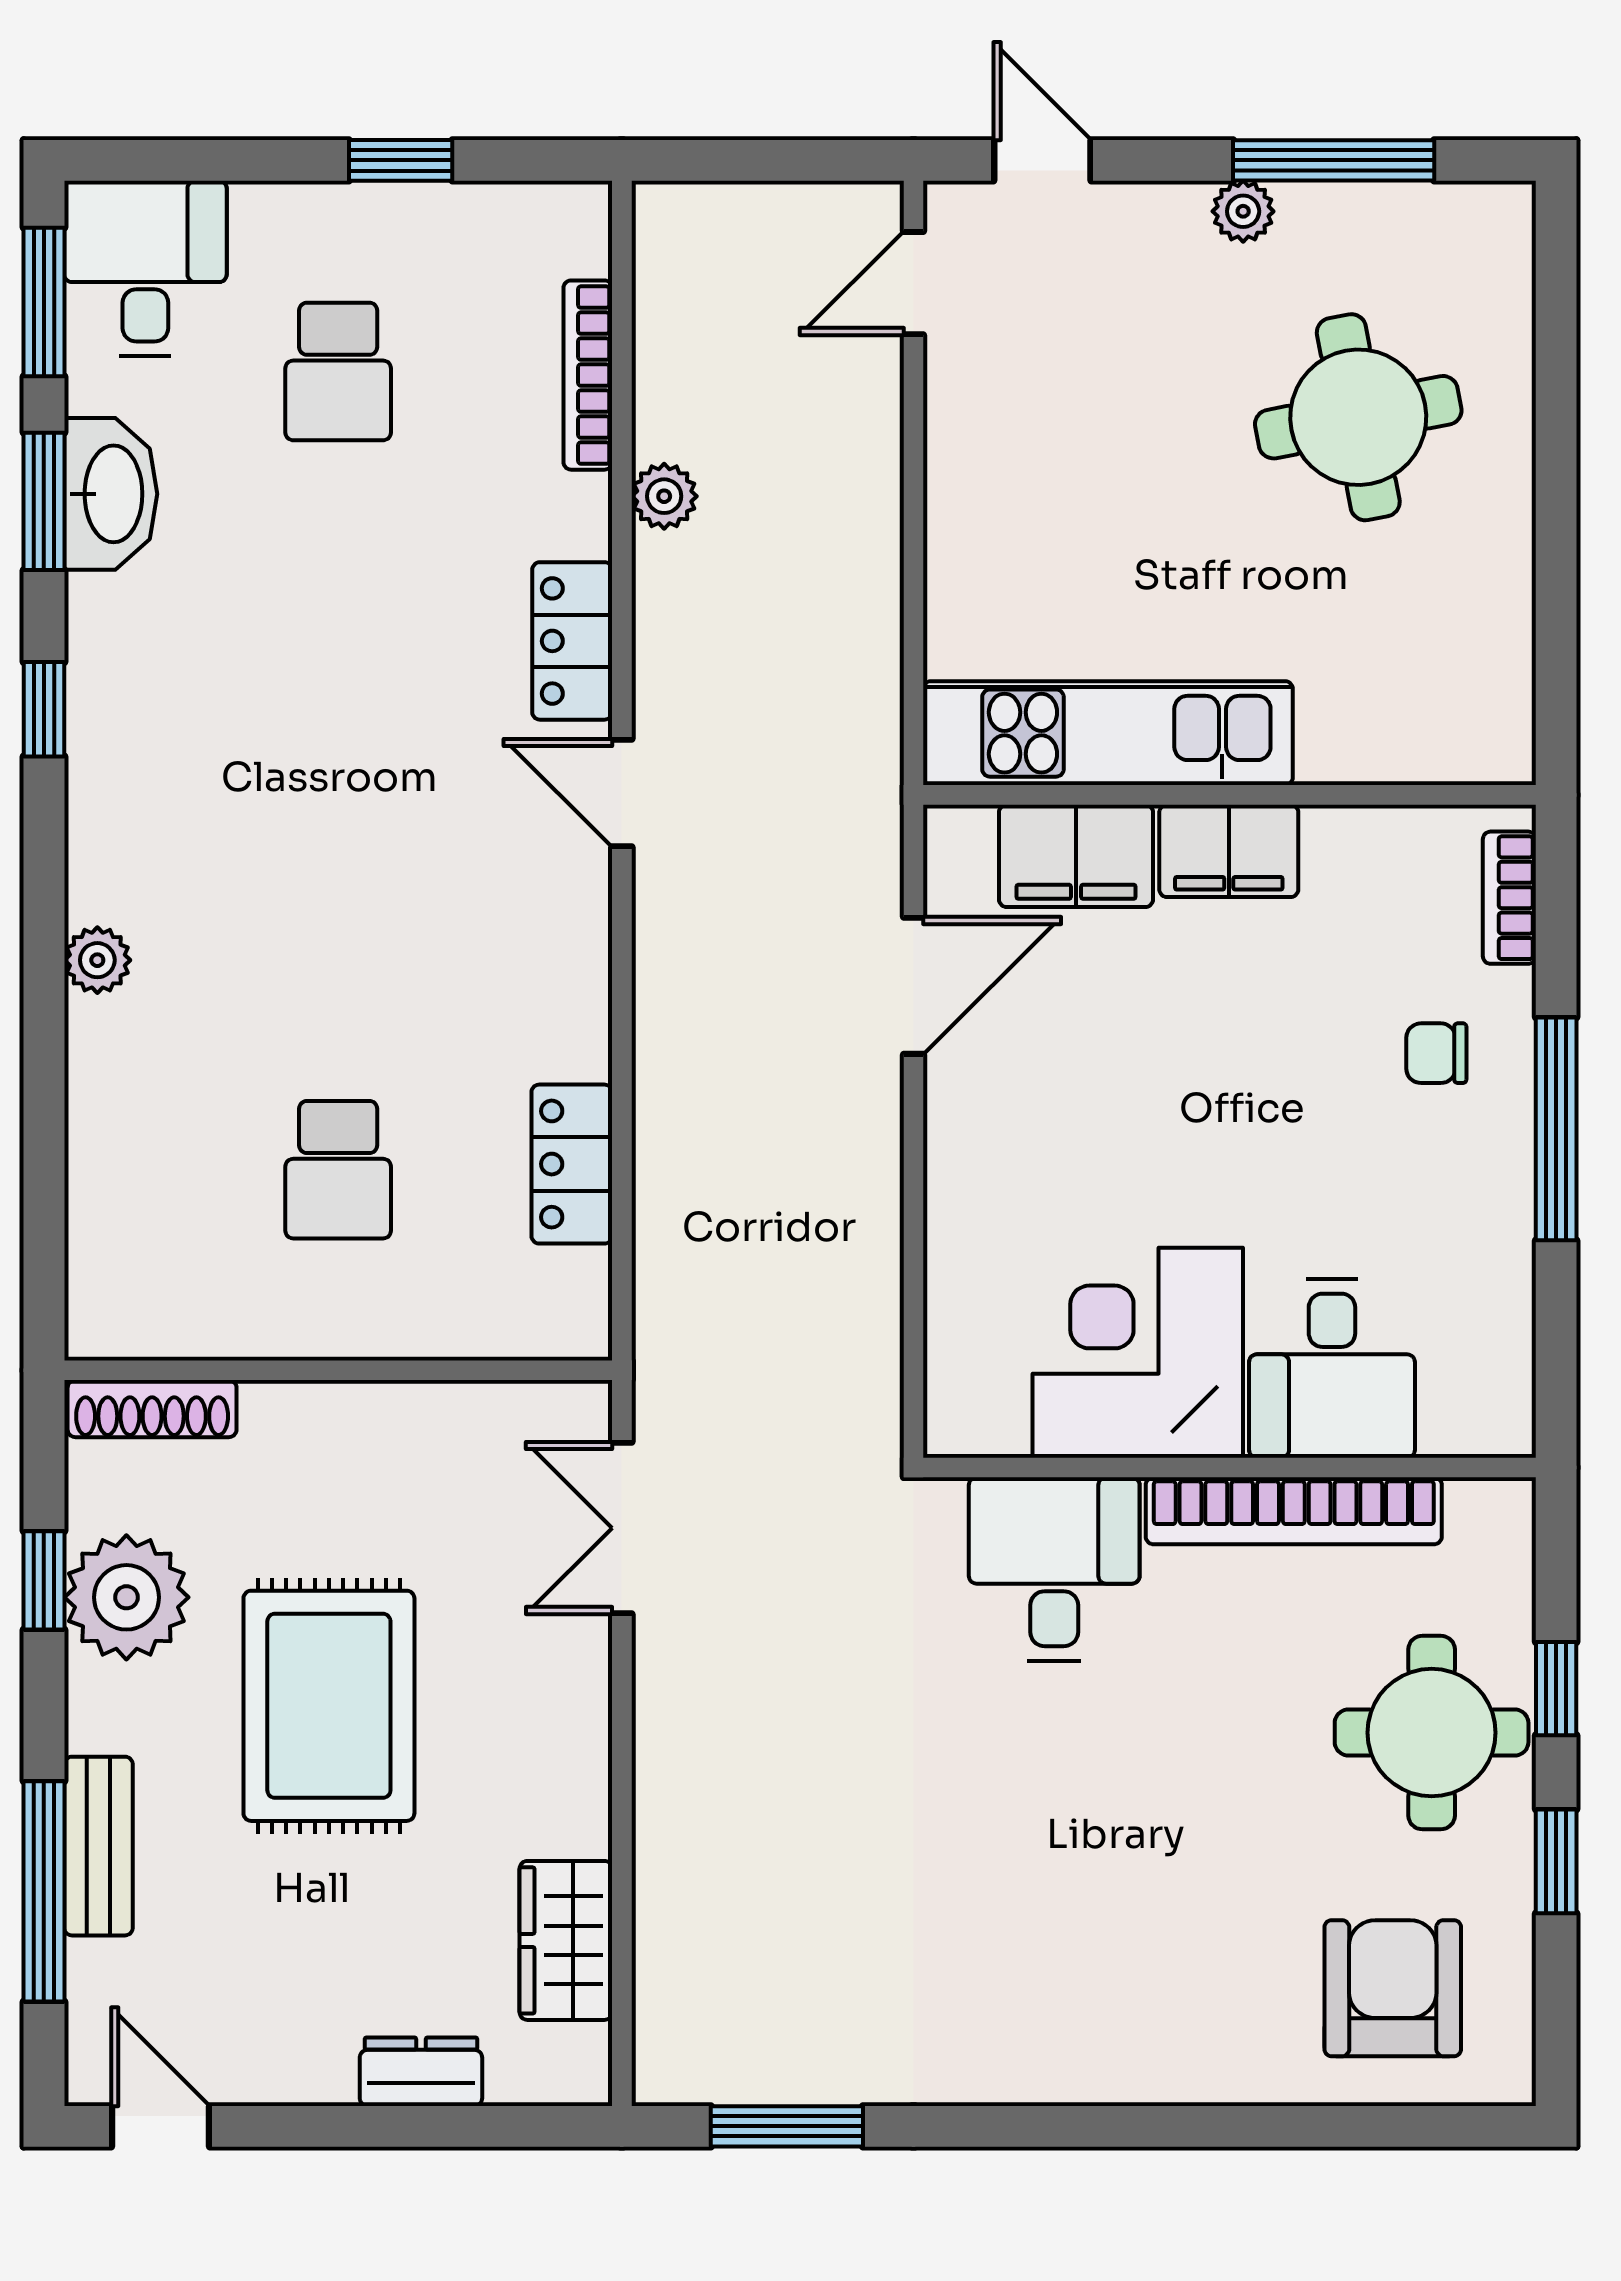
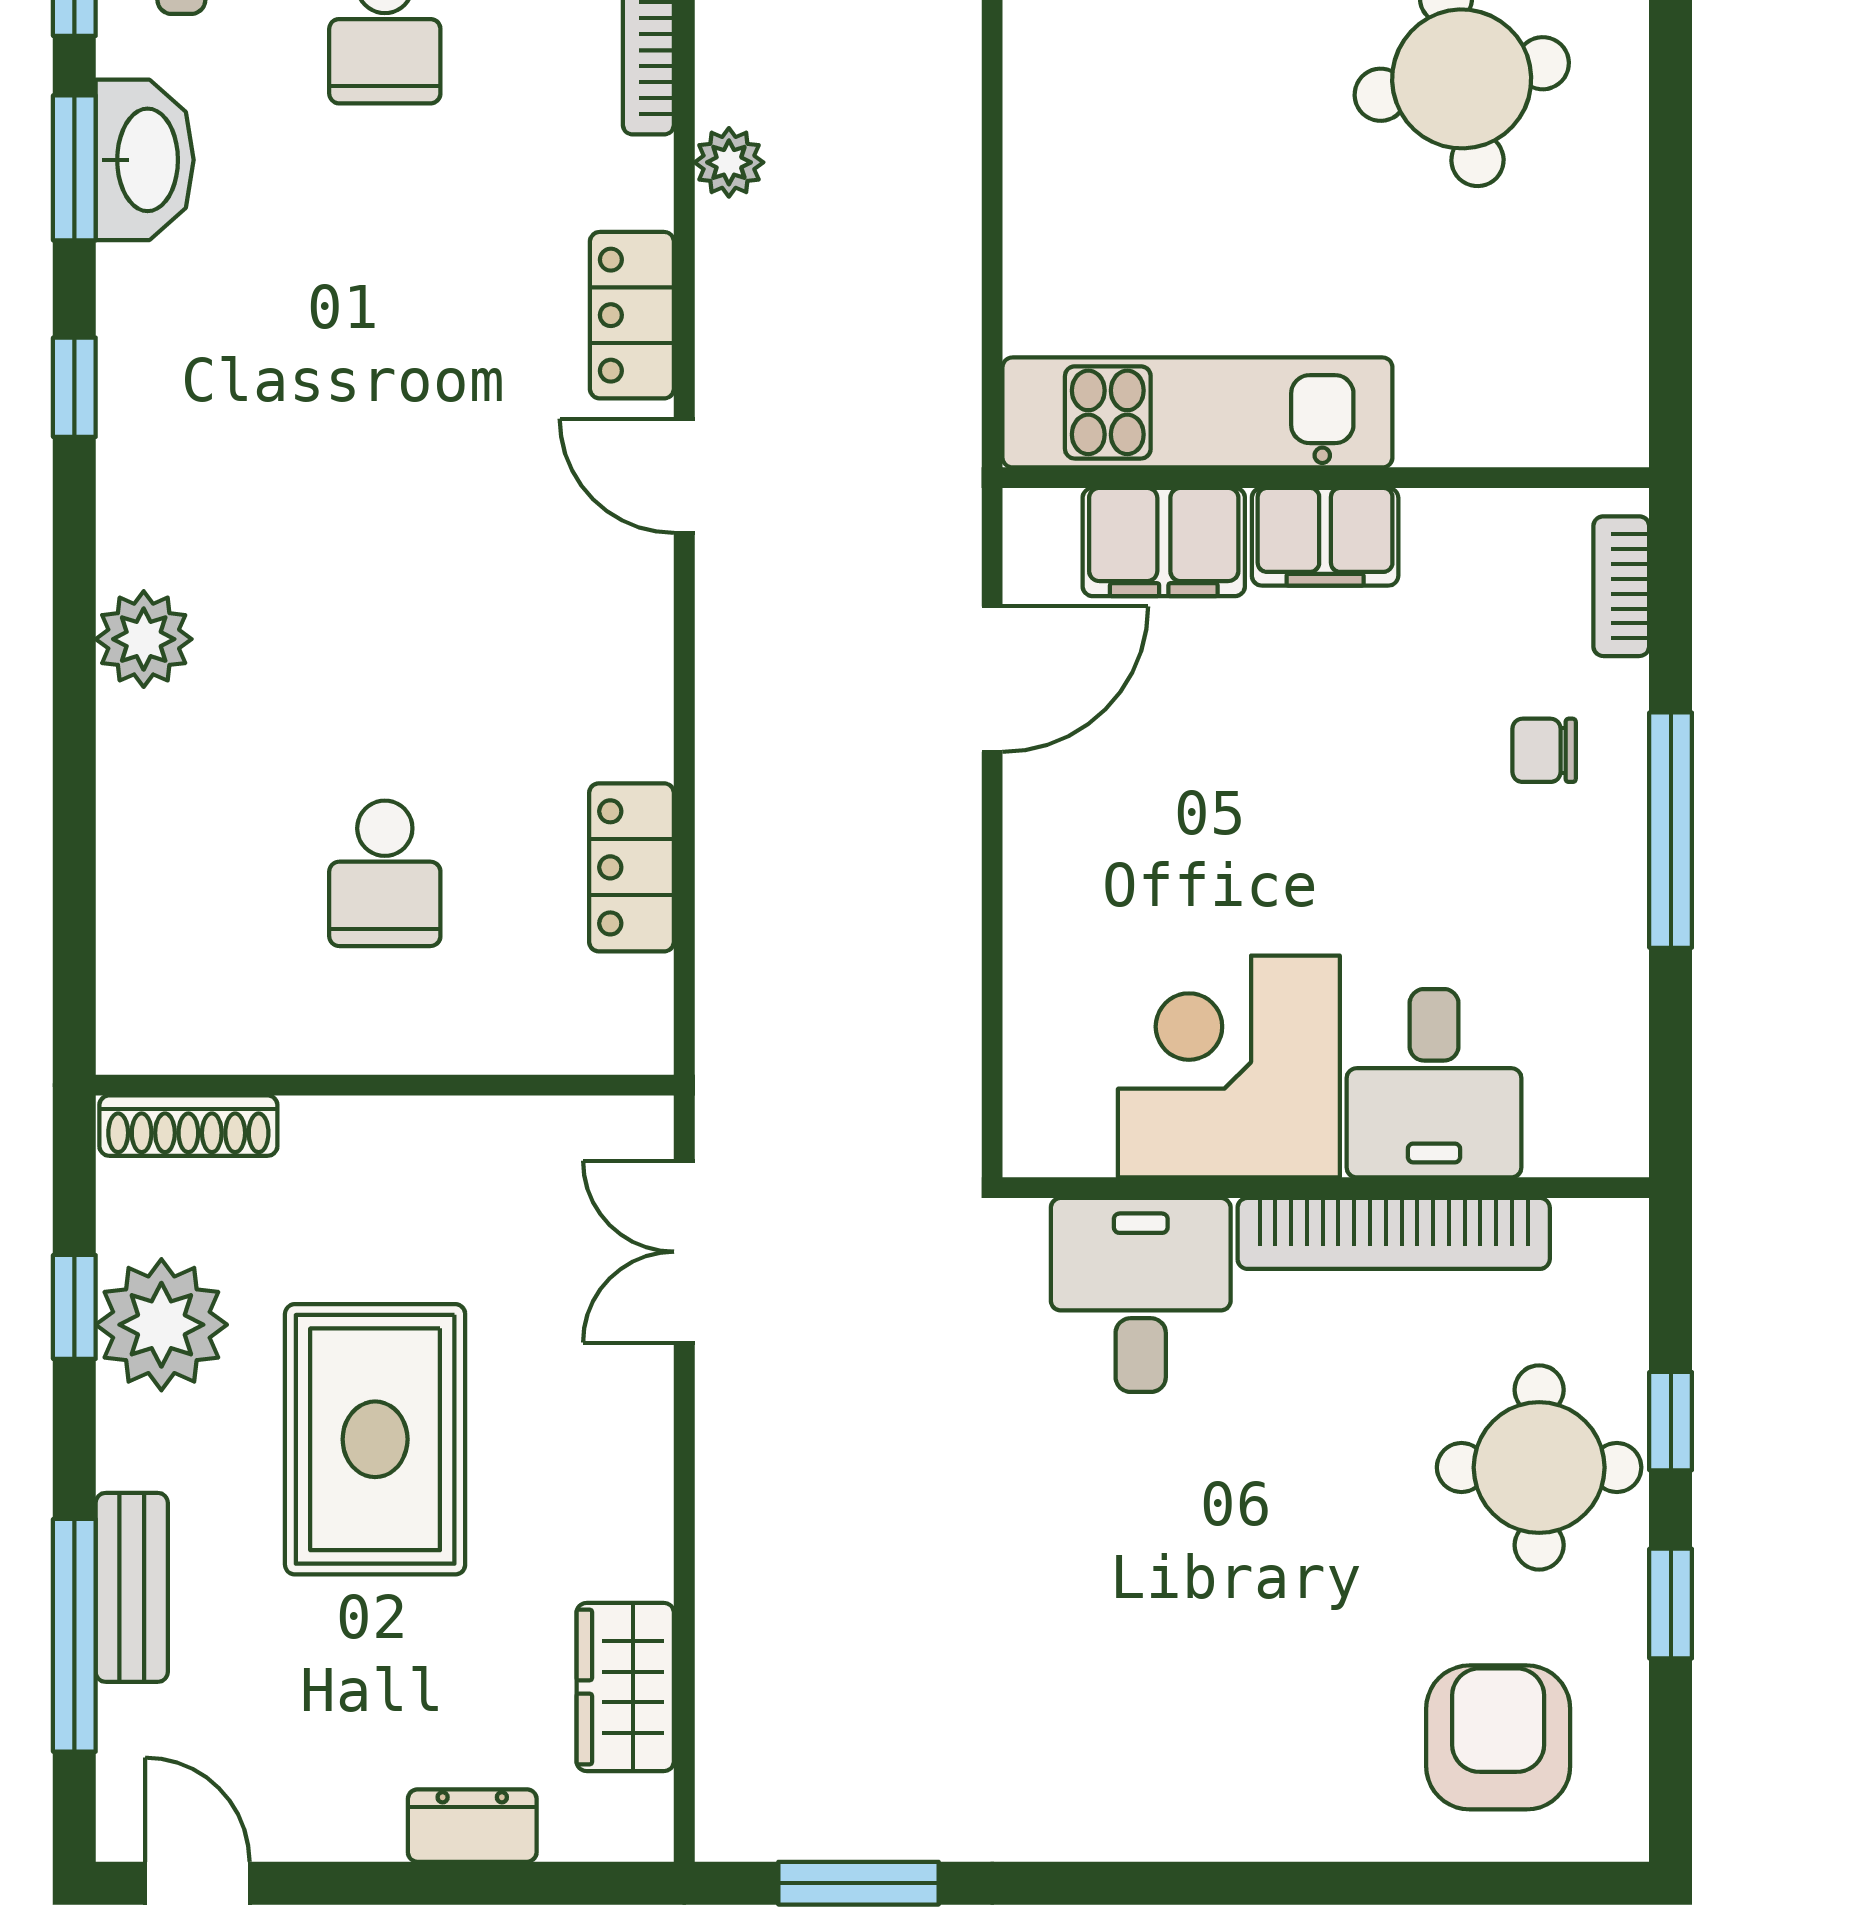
plant: (97, 960) -> (144, 639), width x1.38, depth x1.38

